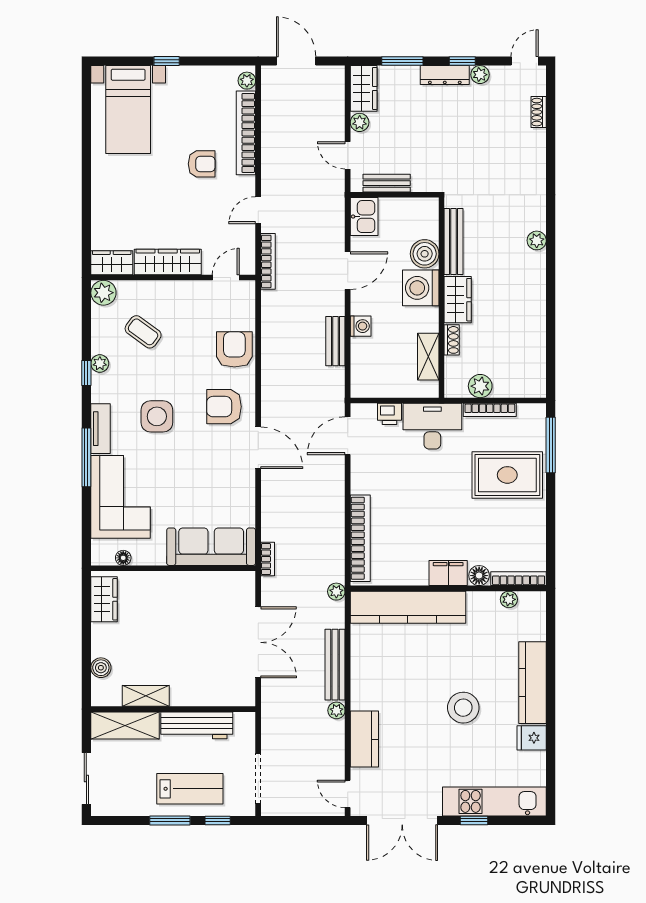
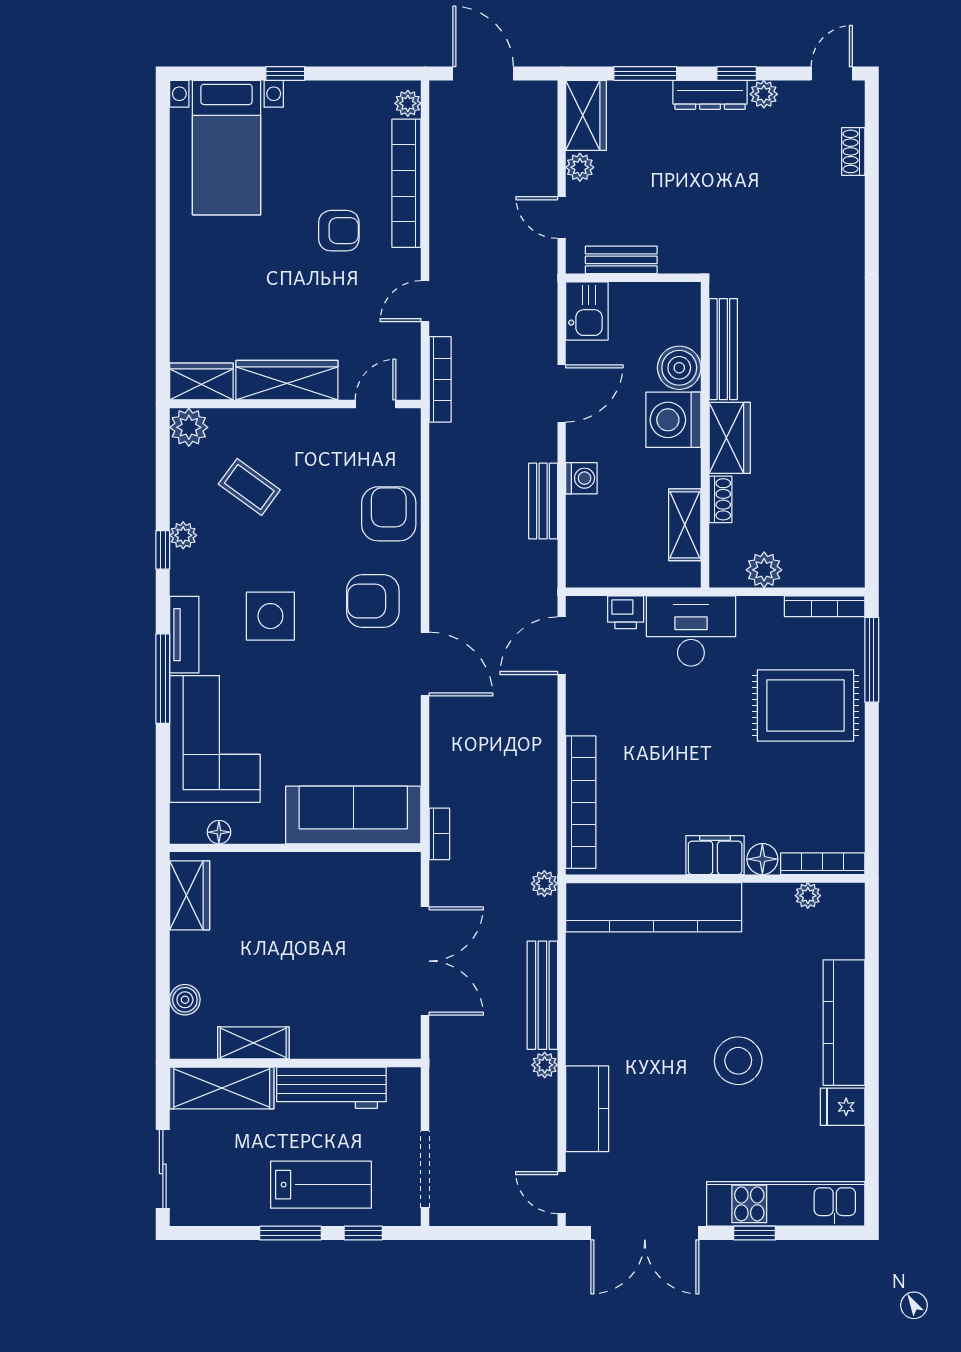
plant: (537, 240) -> (850, 347), removed
bookcase: (490, 410) -> (825, 606), moved

